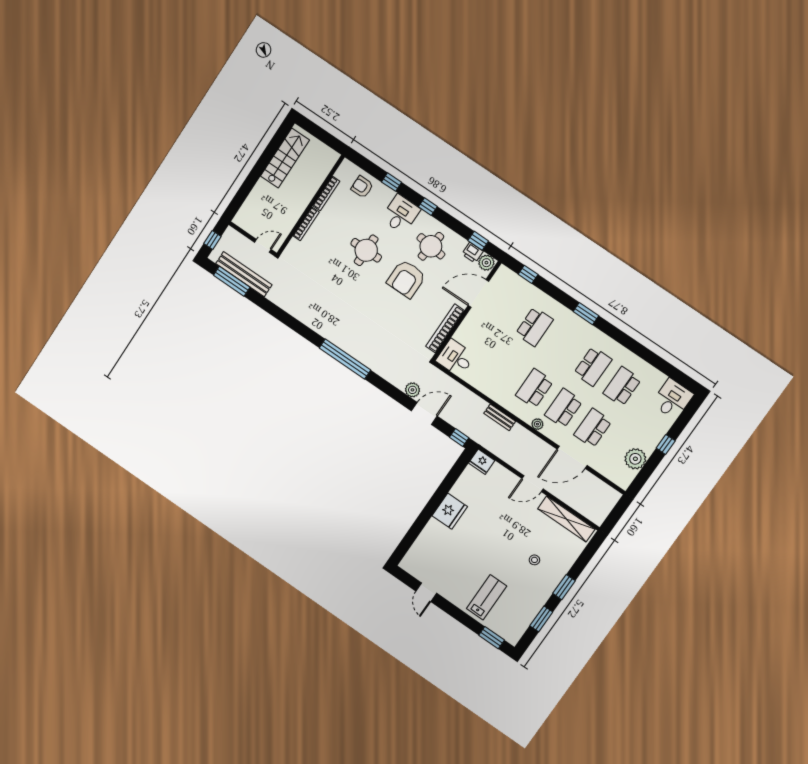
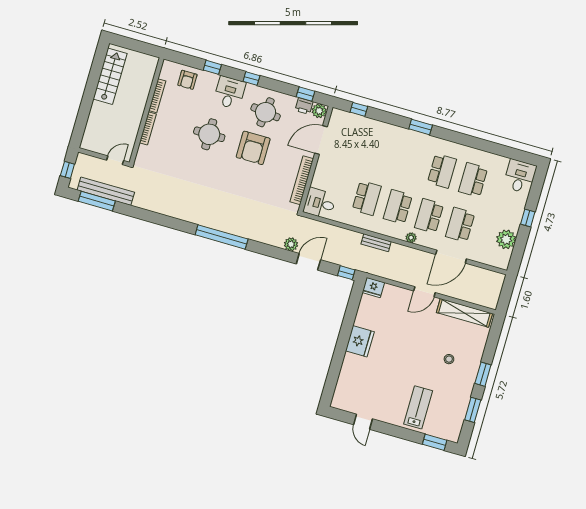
armchair: (362, 187) -> (187, 80), turned -90
school desk: (534, 327) -> (367, 198), moved

